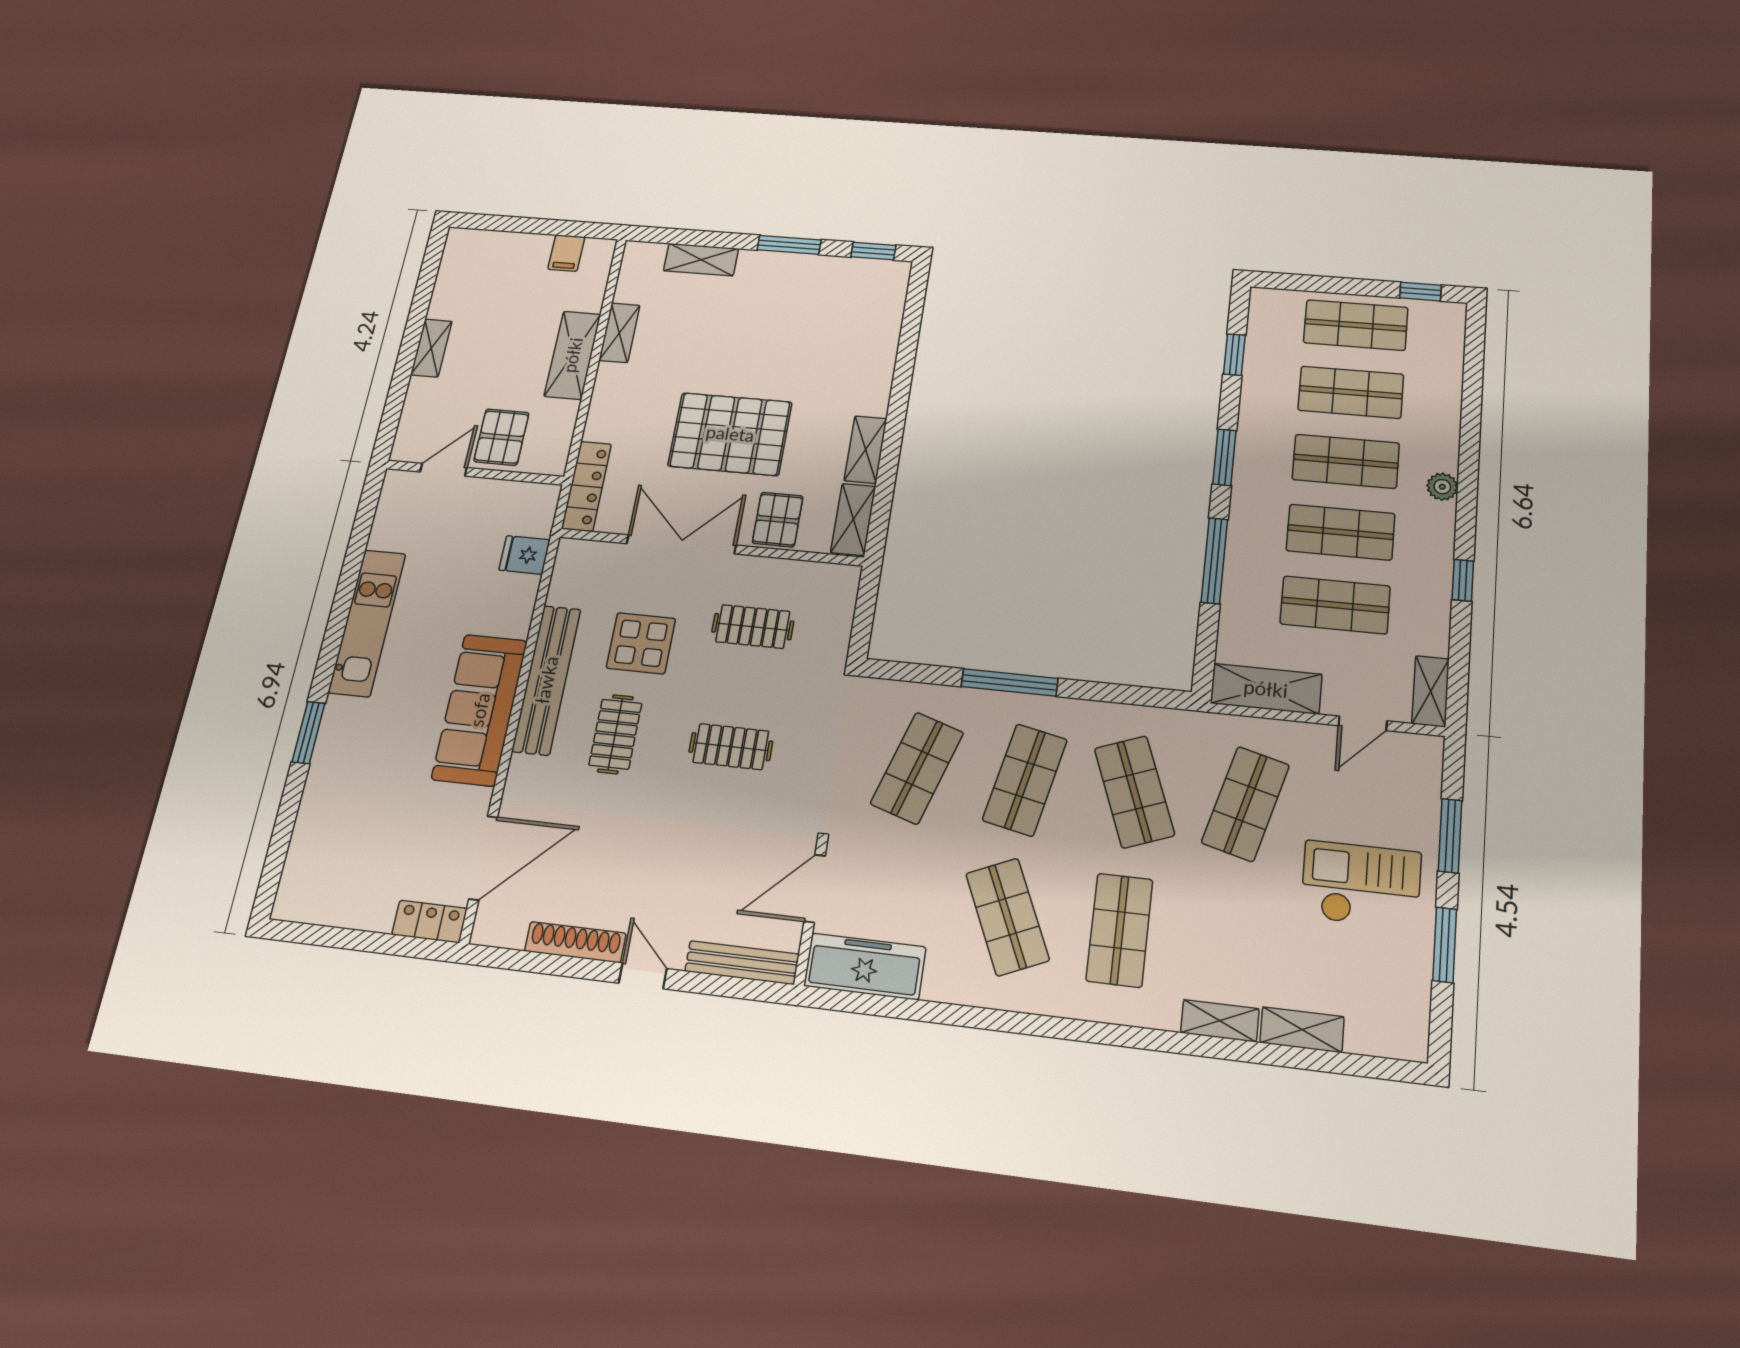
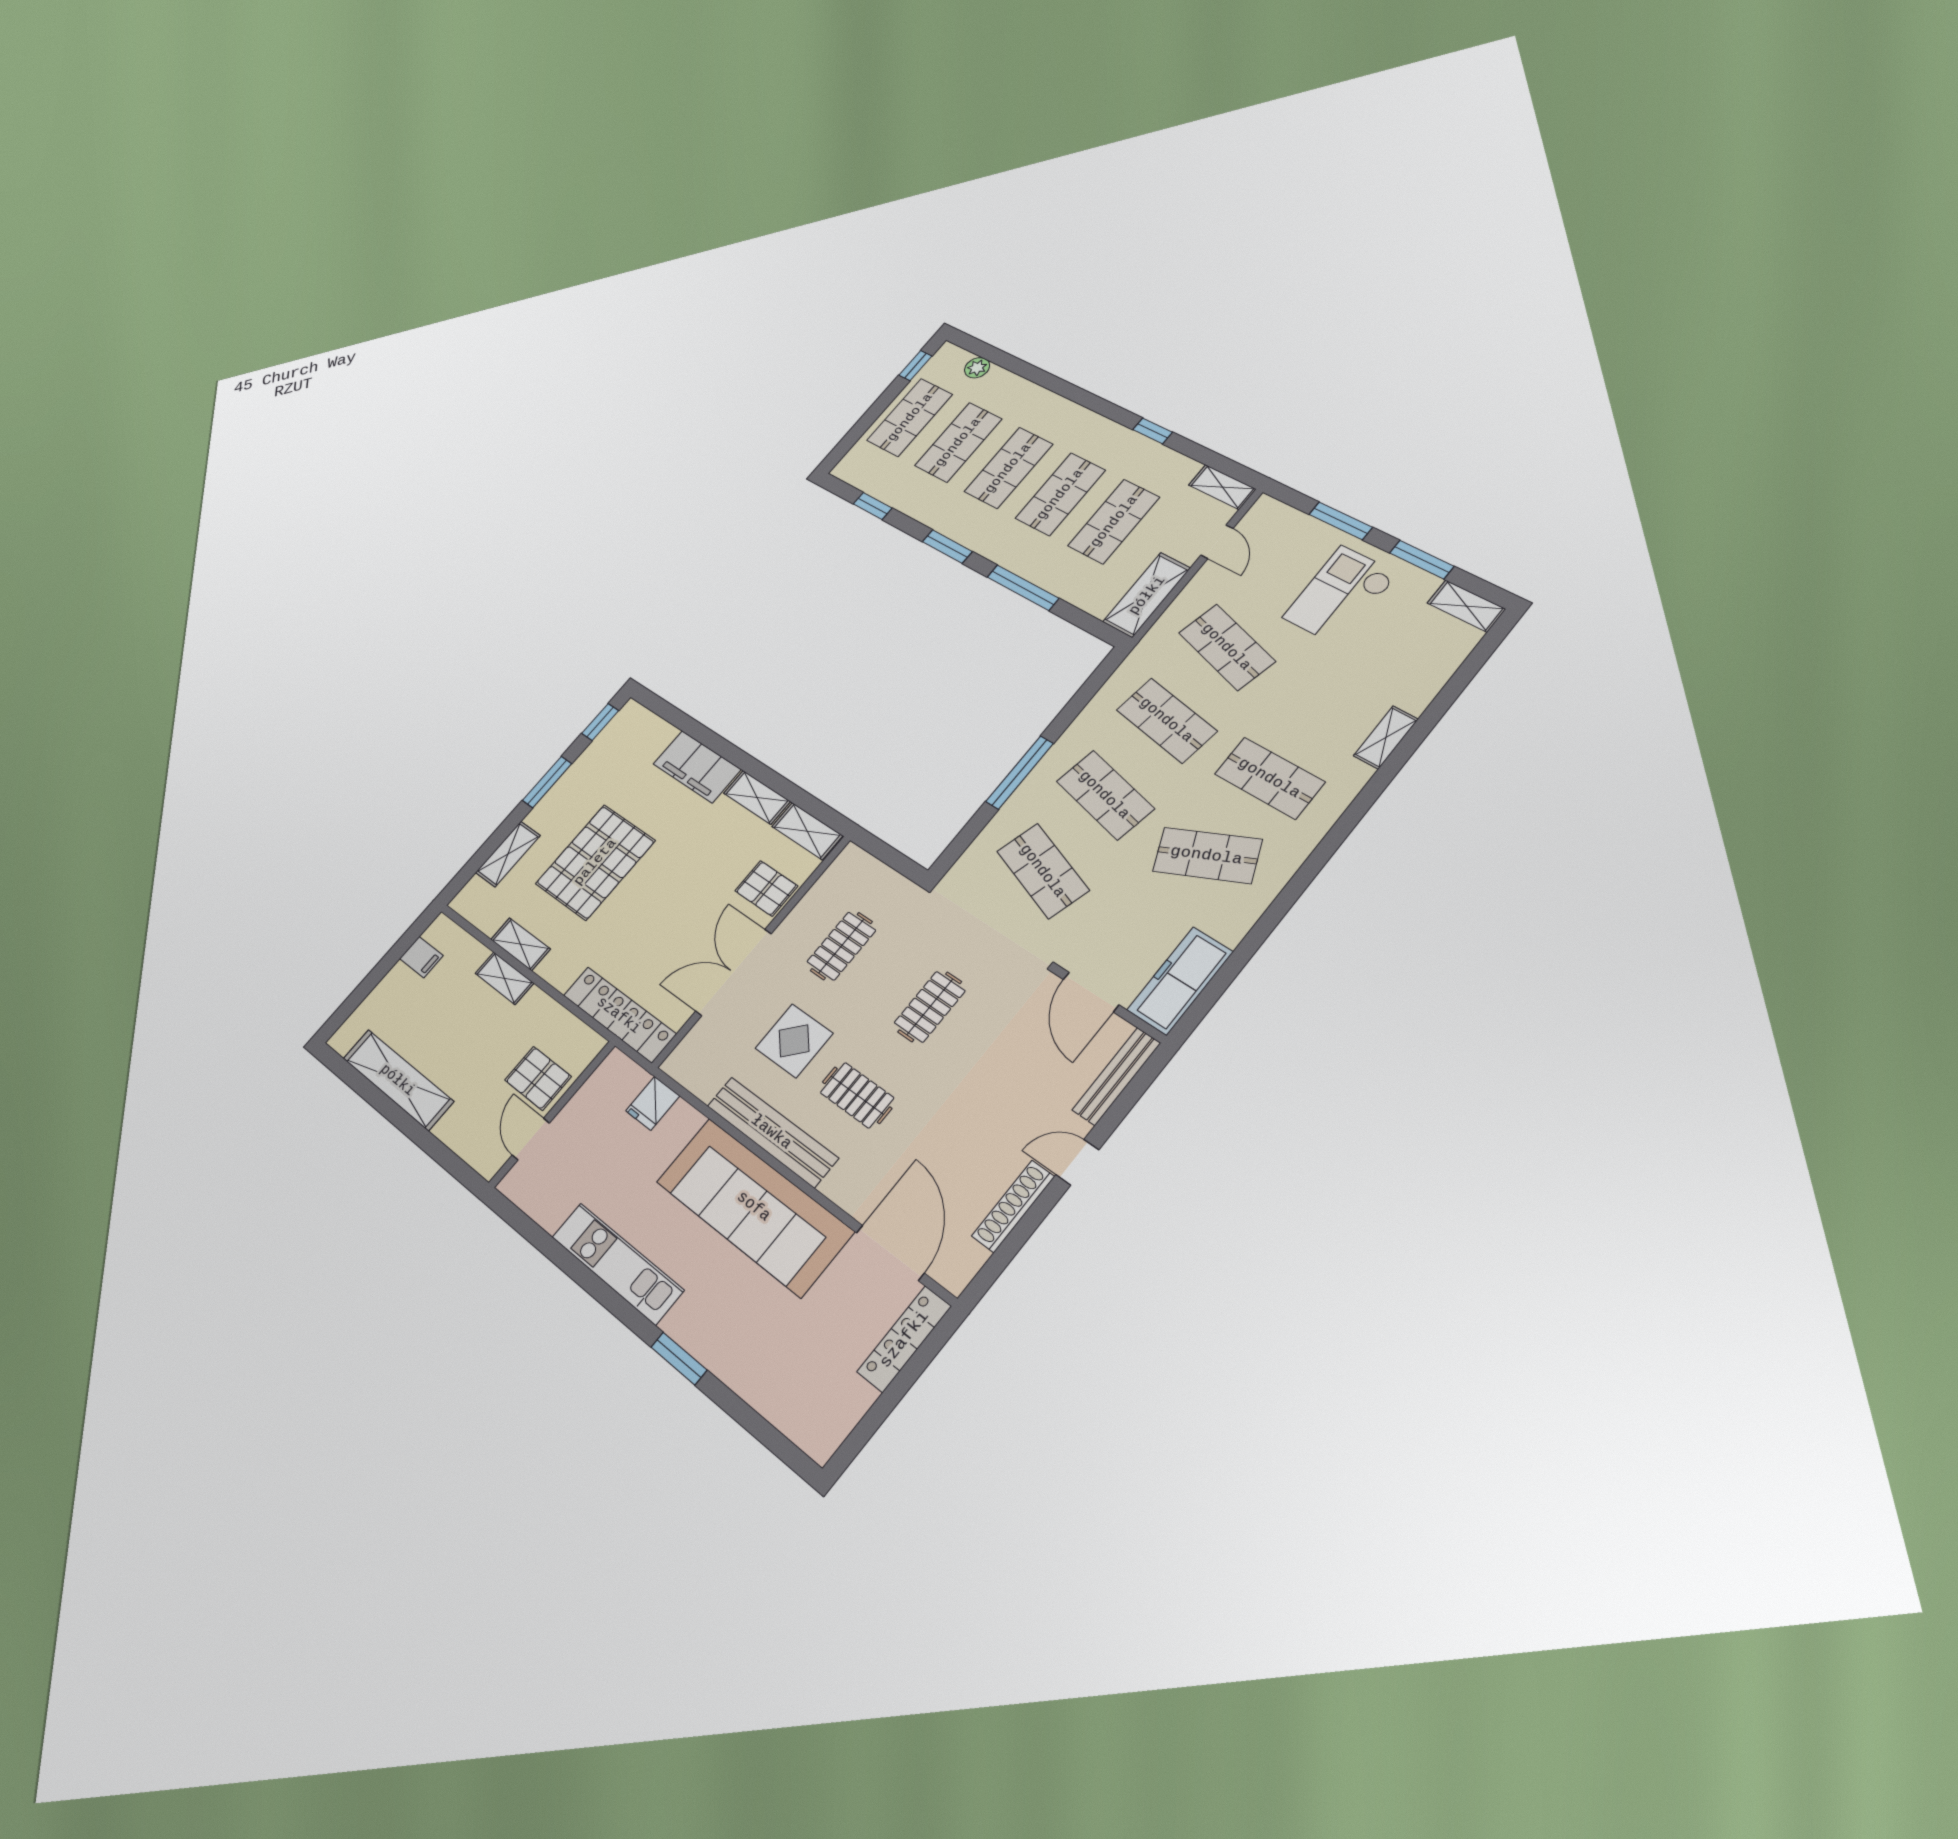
shelving: (431, 348) -> (398, 1080), width x2.20, depth x1.33
shelving: (573, 355) -> (504, 978), width x0.67, depth x0.75
filing cabinet: (871, 373) -> (697, 767), added
pallet: (730, 434) -> (595, 862), moved
locker: (586, 486) -> (619, 1015), width x1.41, depth x1.21
plant: (1442, 487) -> (977, 368), moved
sofa: (480, 710) -> (754, 1206), width x1.36, depth x1.27
shop shelf: (1134, 792) -> (1167, 720), turned 30
locker: (430, 921) -> (904, 1339), width x1.53
shelving: (1302, 1030) -> (1466, 606), moved, turned 90

